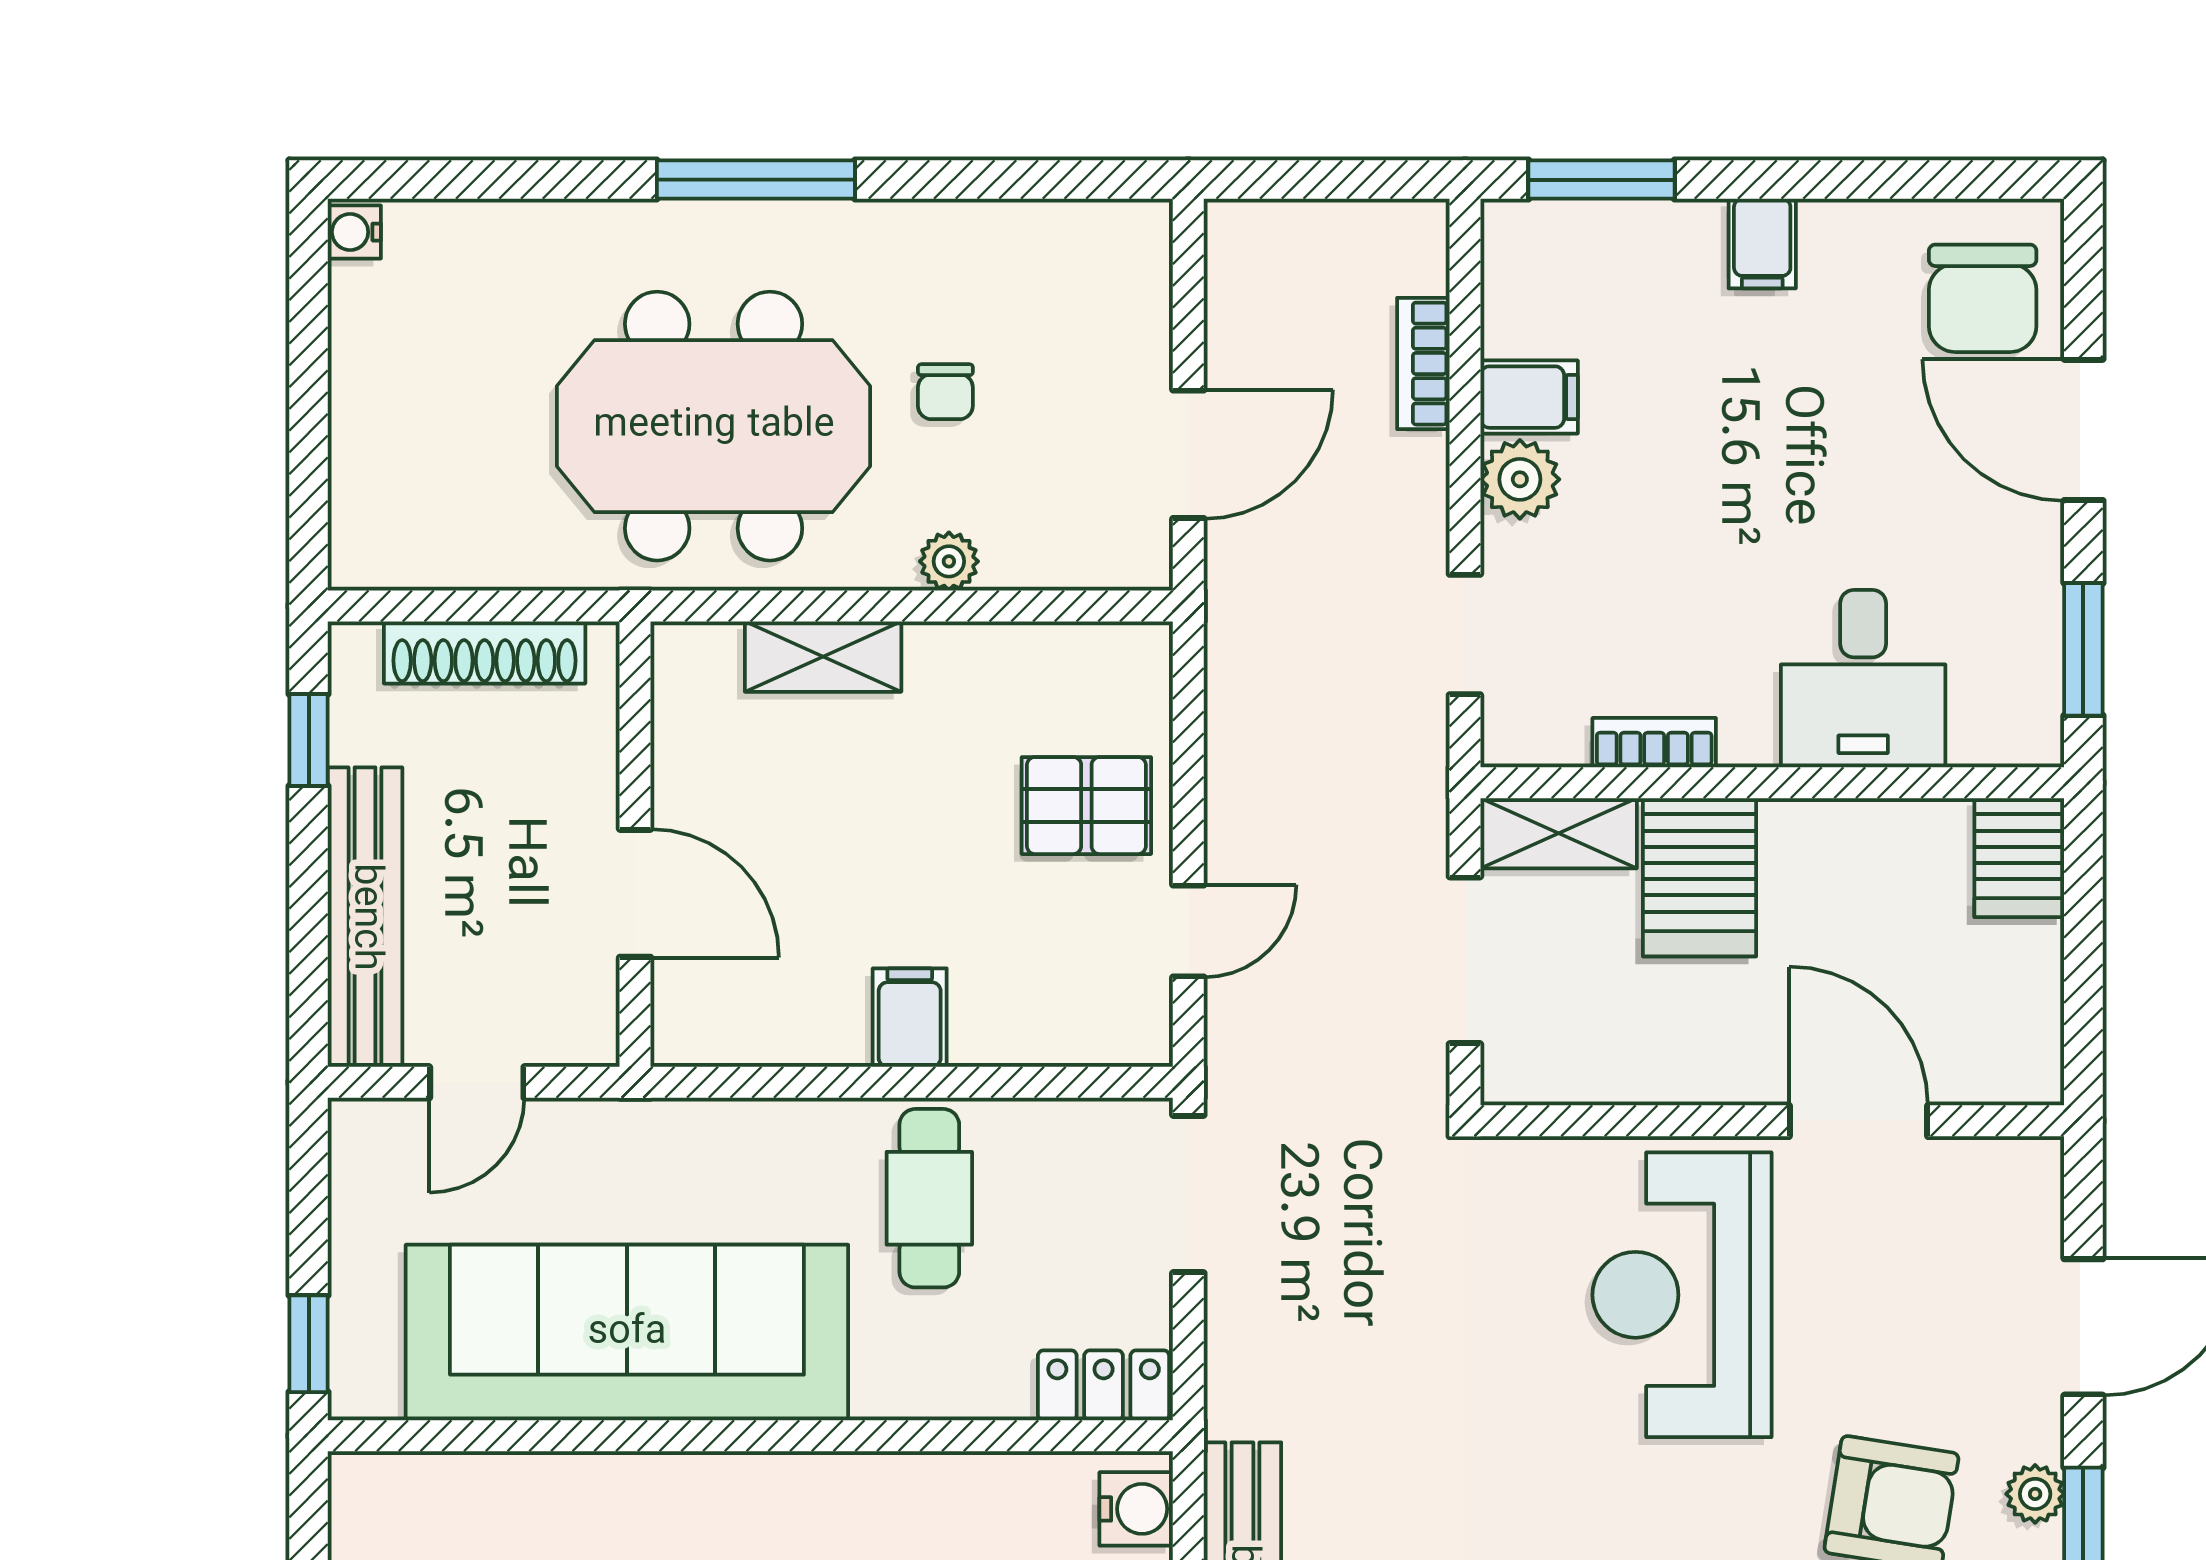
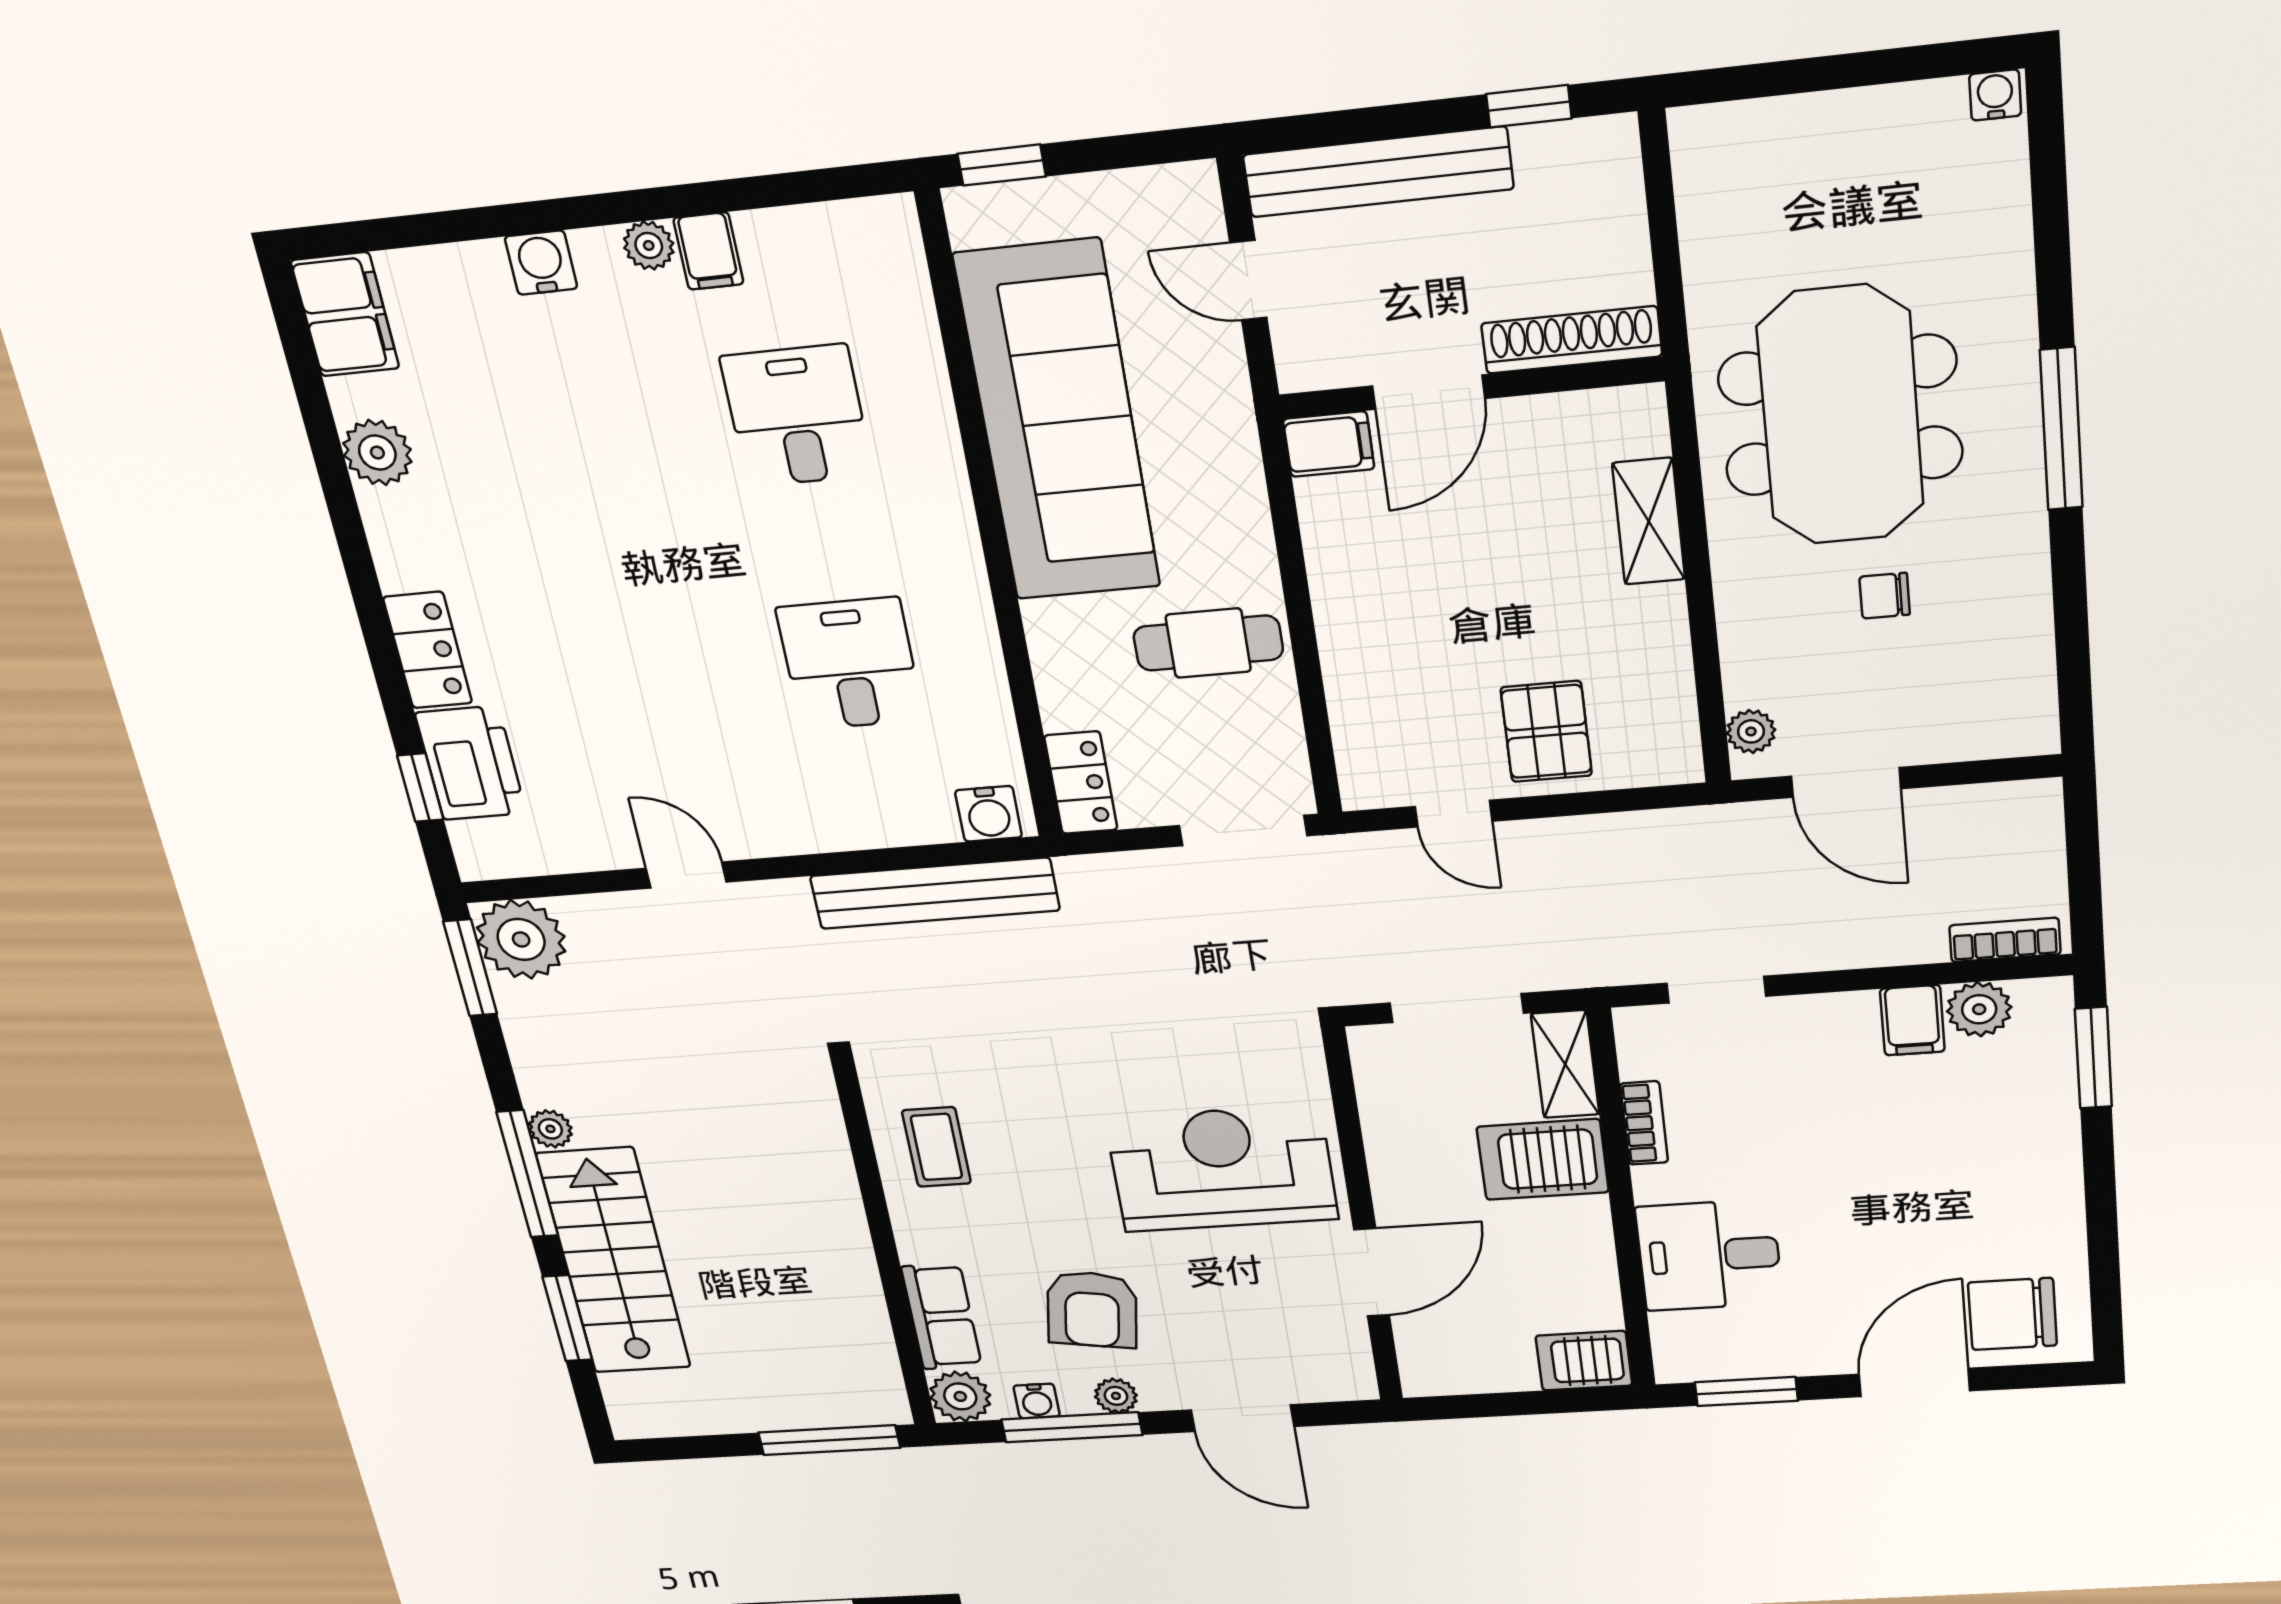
filing cabinet: (1762, 244) -> (2047, 1169), removed
bookcase: (1423, 364) -> (2005, 940), moved
plant: (1520, 479) -> (1979, 1009), moved
plant: (949, 561) -> (1751, 731), moved
shoe rack: (485, 652) -> (1572, 340), moved, turned 90
filing cabinet: (910, 1018) -> (1329, 444), moved

